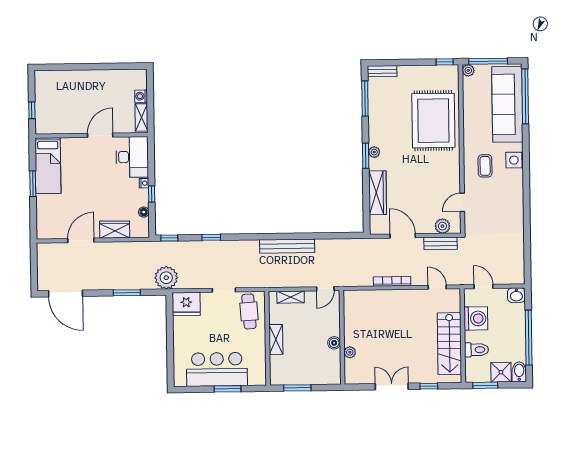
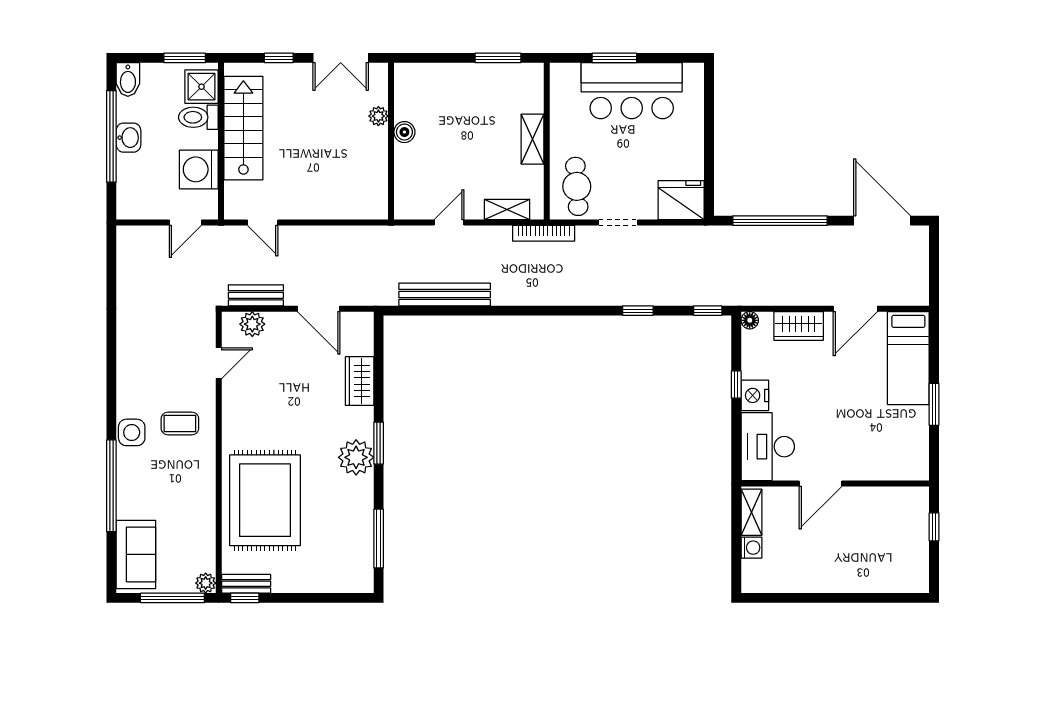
bench: (382, 71) -> (246, 584), moved
window: (525, 96) -> (111, 486), moved
sofa: (507, 104) -> (136, 554), width x0.54, depth x0.79
plant: (374, 152) -> (356, 457), width x1.88, depth x1.88
bed: (48, 166) -> (908, 358), moved, turned 180
coffee table: (485, 166) -> (180, 424), turned 90
nightstand: (144, 183) -> (755, 395), width x1.89, depth x1.79
wardrobe: (378, 193) -> (360, 381), width x0.67
floor lamp: (144, 212) -> (750, 320), moved
bench: (287, 246) -> (445, 294), moved
plant: (166, 278) -> (714, 245), removed
bookcase: (392, 281) -> (544, 233), moved
door: (483, 286) -> (185, 223), hinge flipped
window: (127, 293) -> (780, 221), width x2.11
washbasin: (516, 295) -> (128, 138), moved, turned 90
wall: (342, 337) -> (391, 141), moved
boiler: (334, 343) -> (404, 132), moved
plant: (350, 352) -> (378, 116), moved
shower: (501, 372) -> (202, 87), moved

